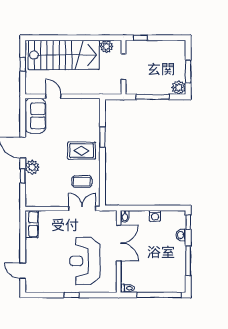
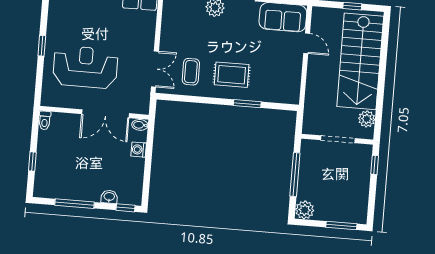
window: (188, 71) -> (341, 226), moved
door: (53, 96) -> (307, 43), hinge flipped
rug: (82, 151) -> (232, 75), turned 90
washing machine: (155, 216) -> (139, 150), moved
window: (159, 295) -> (32, 162), width x0.32

